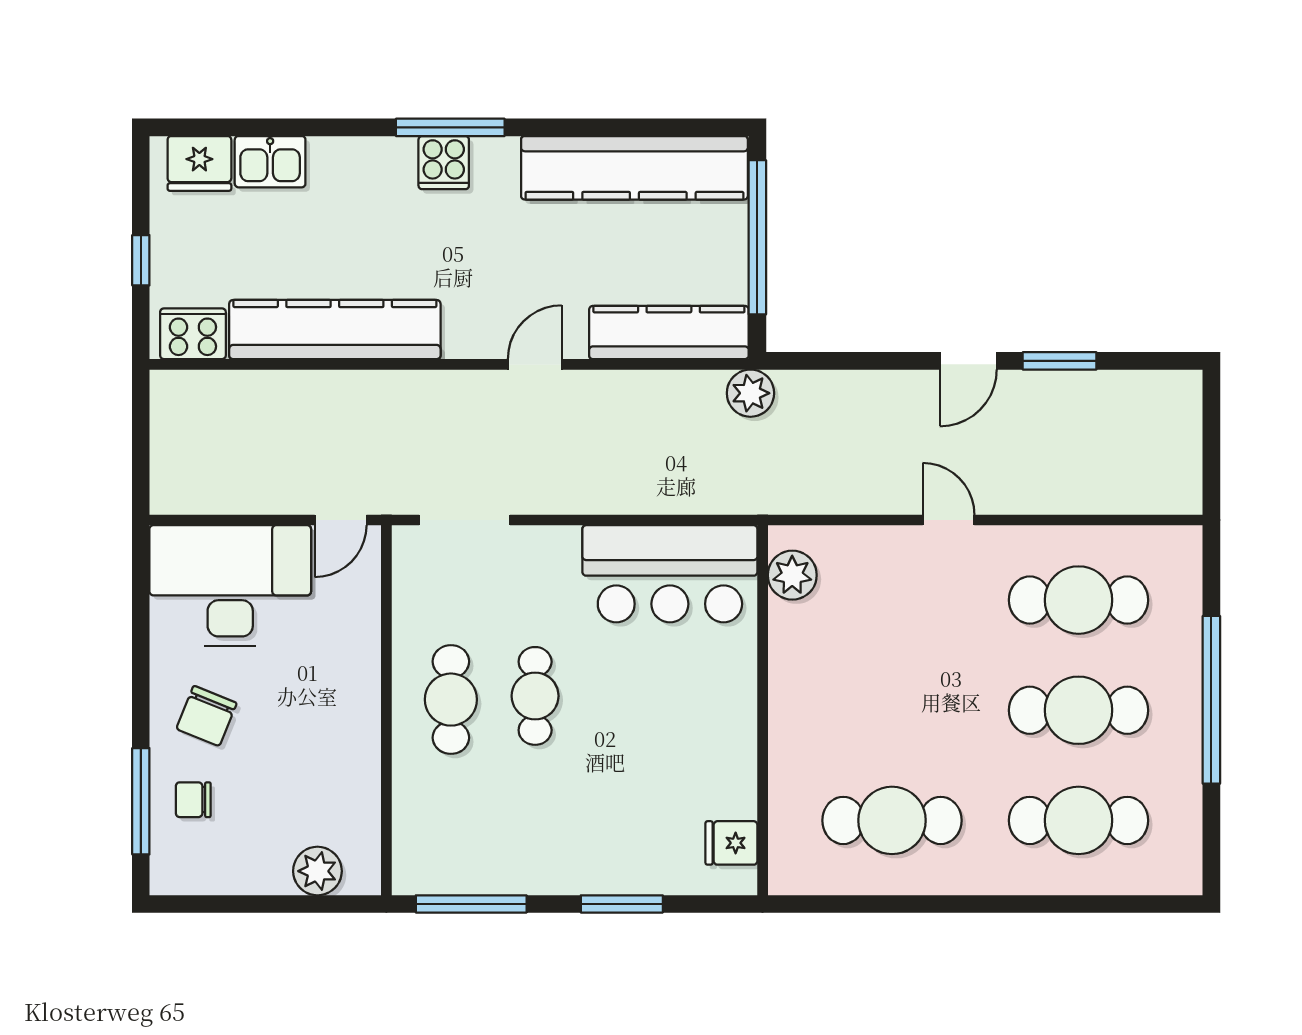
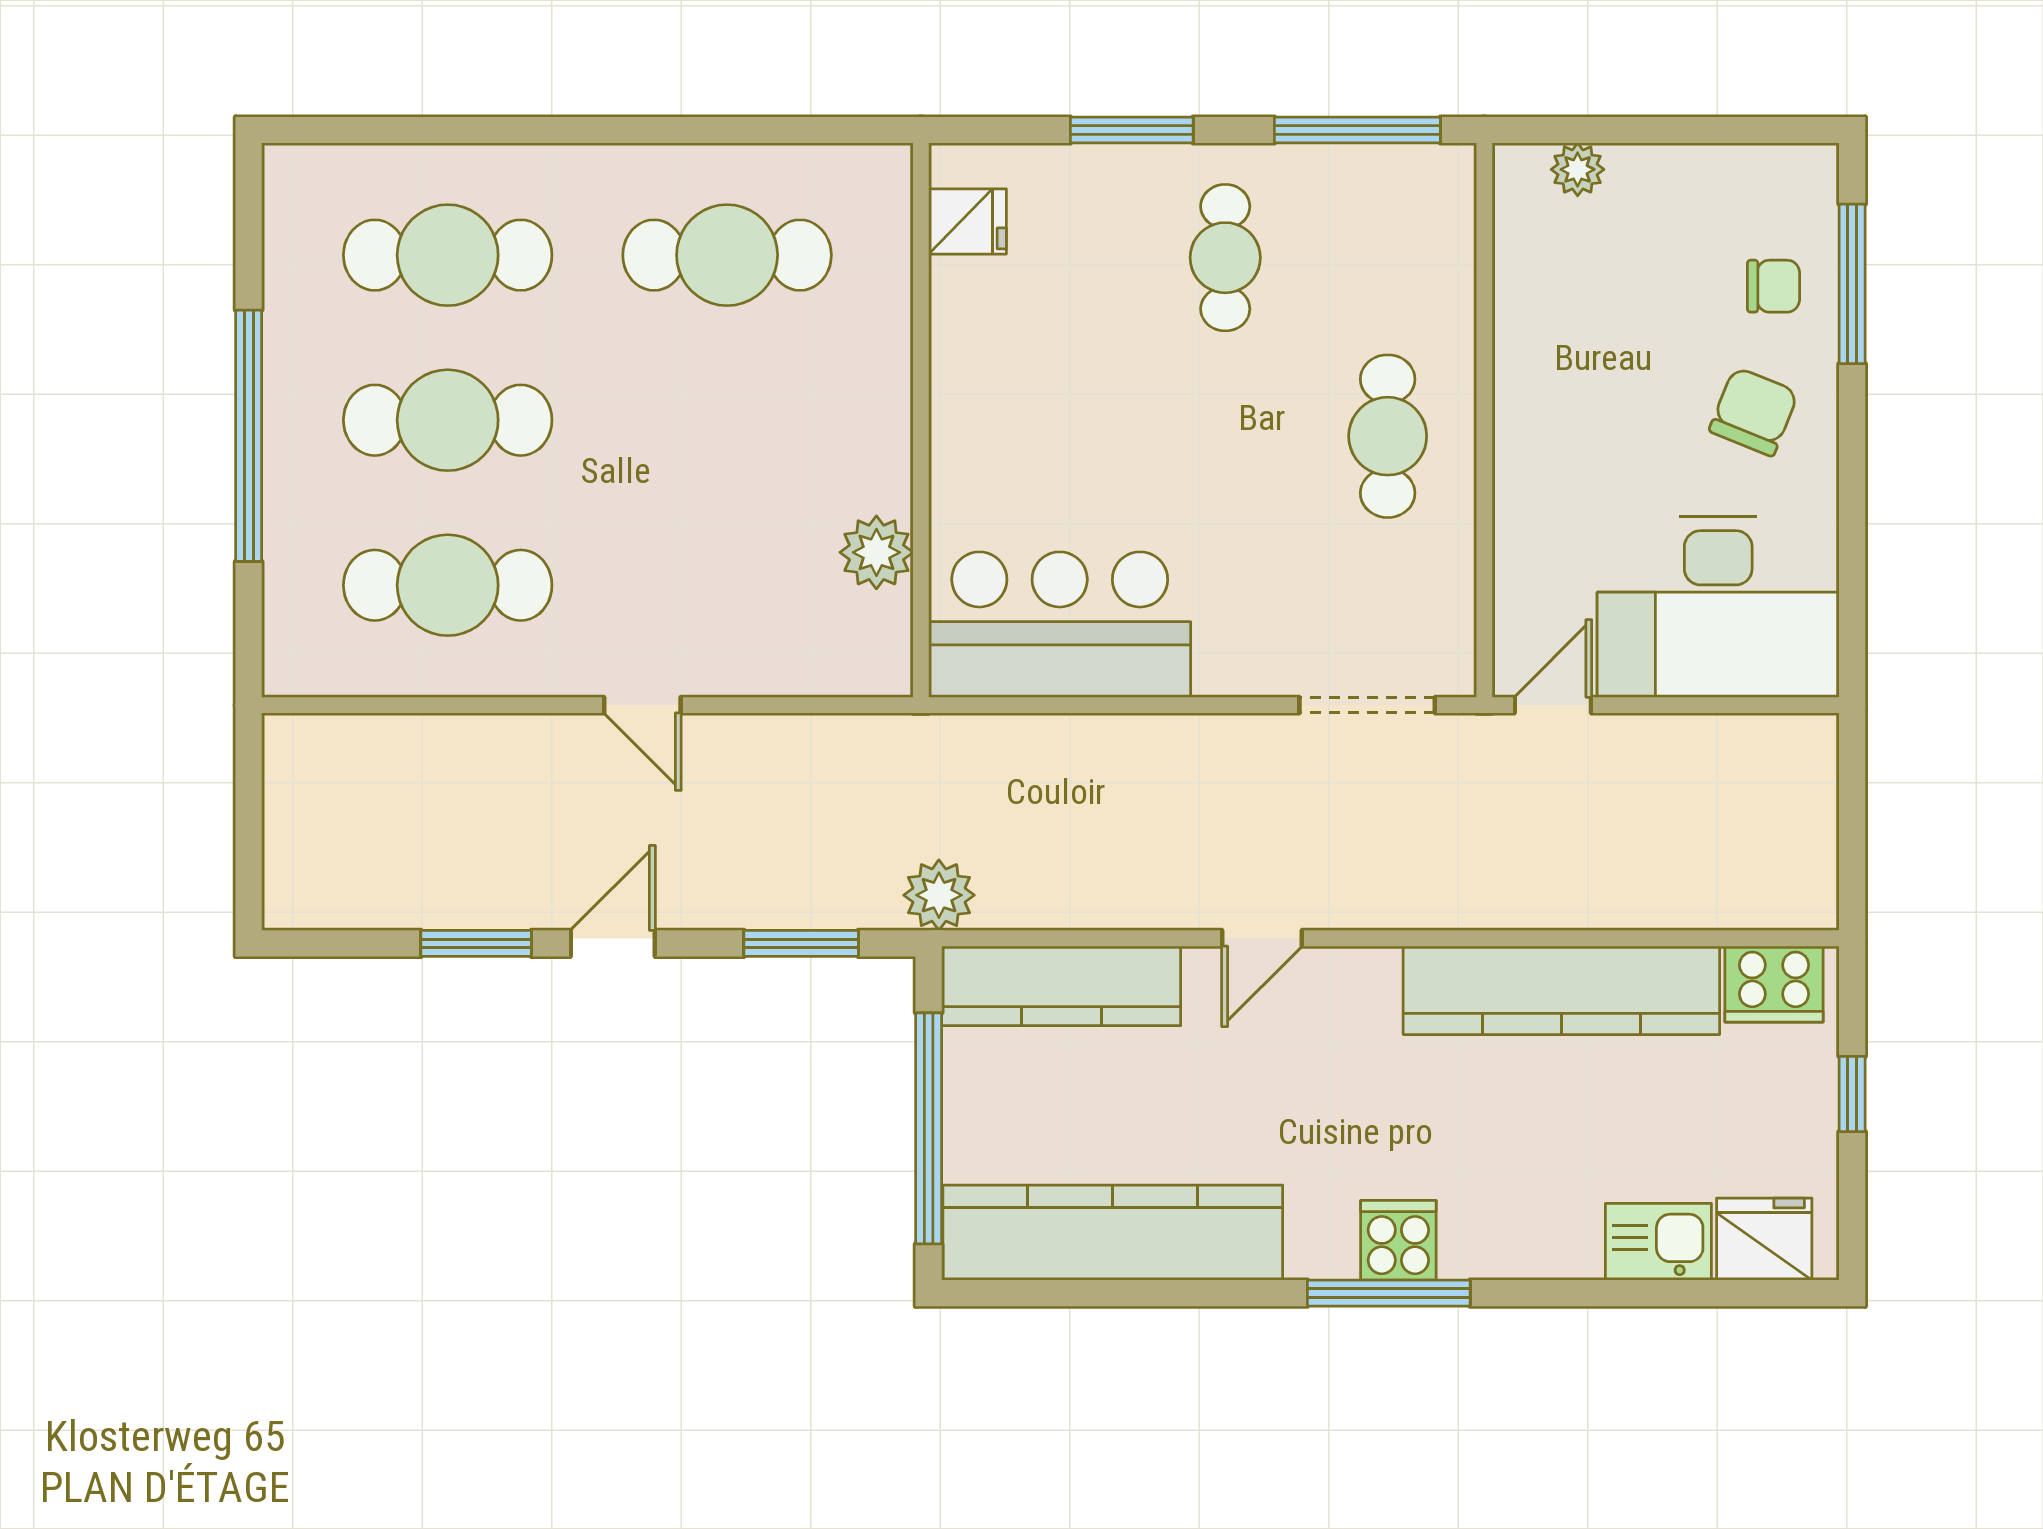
window: (843, 361) -> (801, 943), added
plant: (792, 575) -> (876, 552), moved
cafe table: (535, 696) -> (1225, 258), moved
plant: (317, 871) -> (1578, 169), width x0.73, depth x0.73

